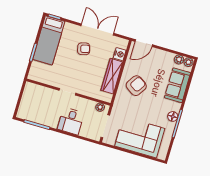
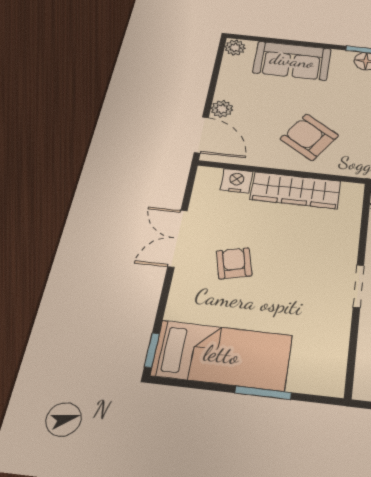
double door: (97, 30) -> (178, 238), width x0.73
plant: (179, 59) -> (222, 109), moved

